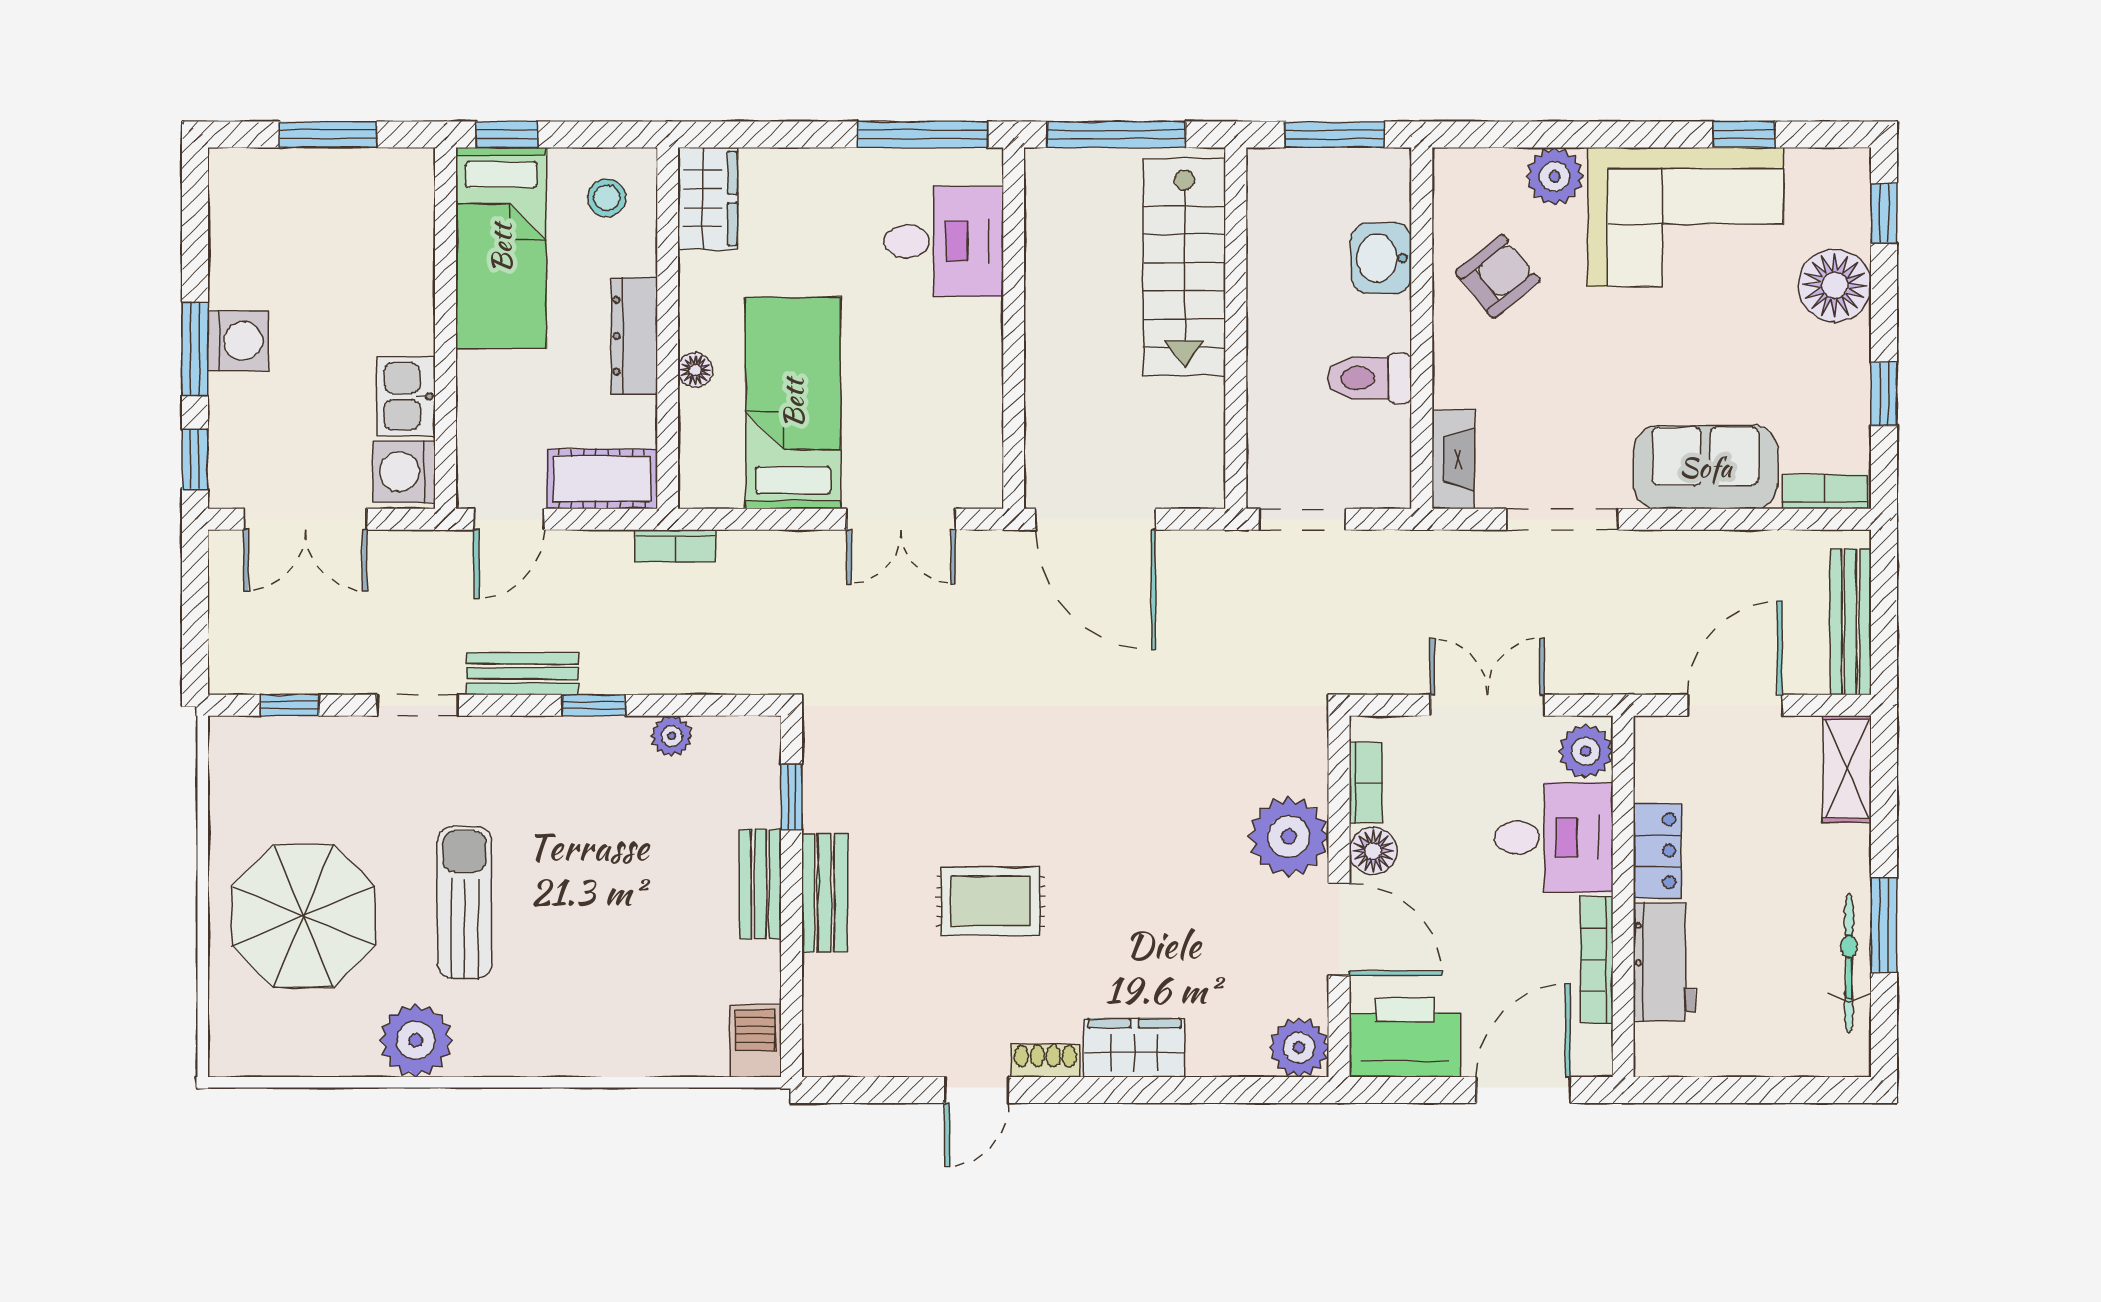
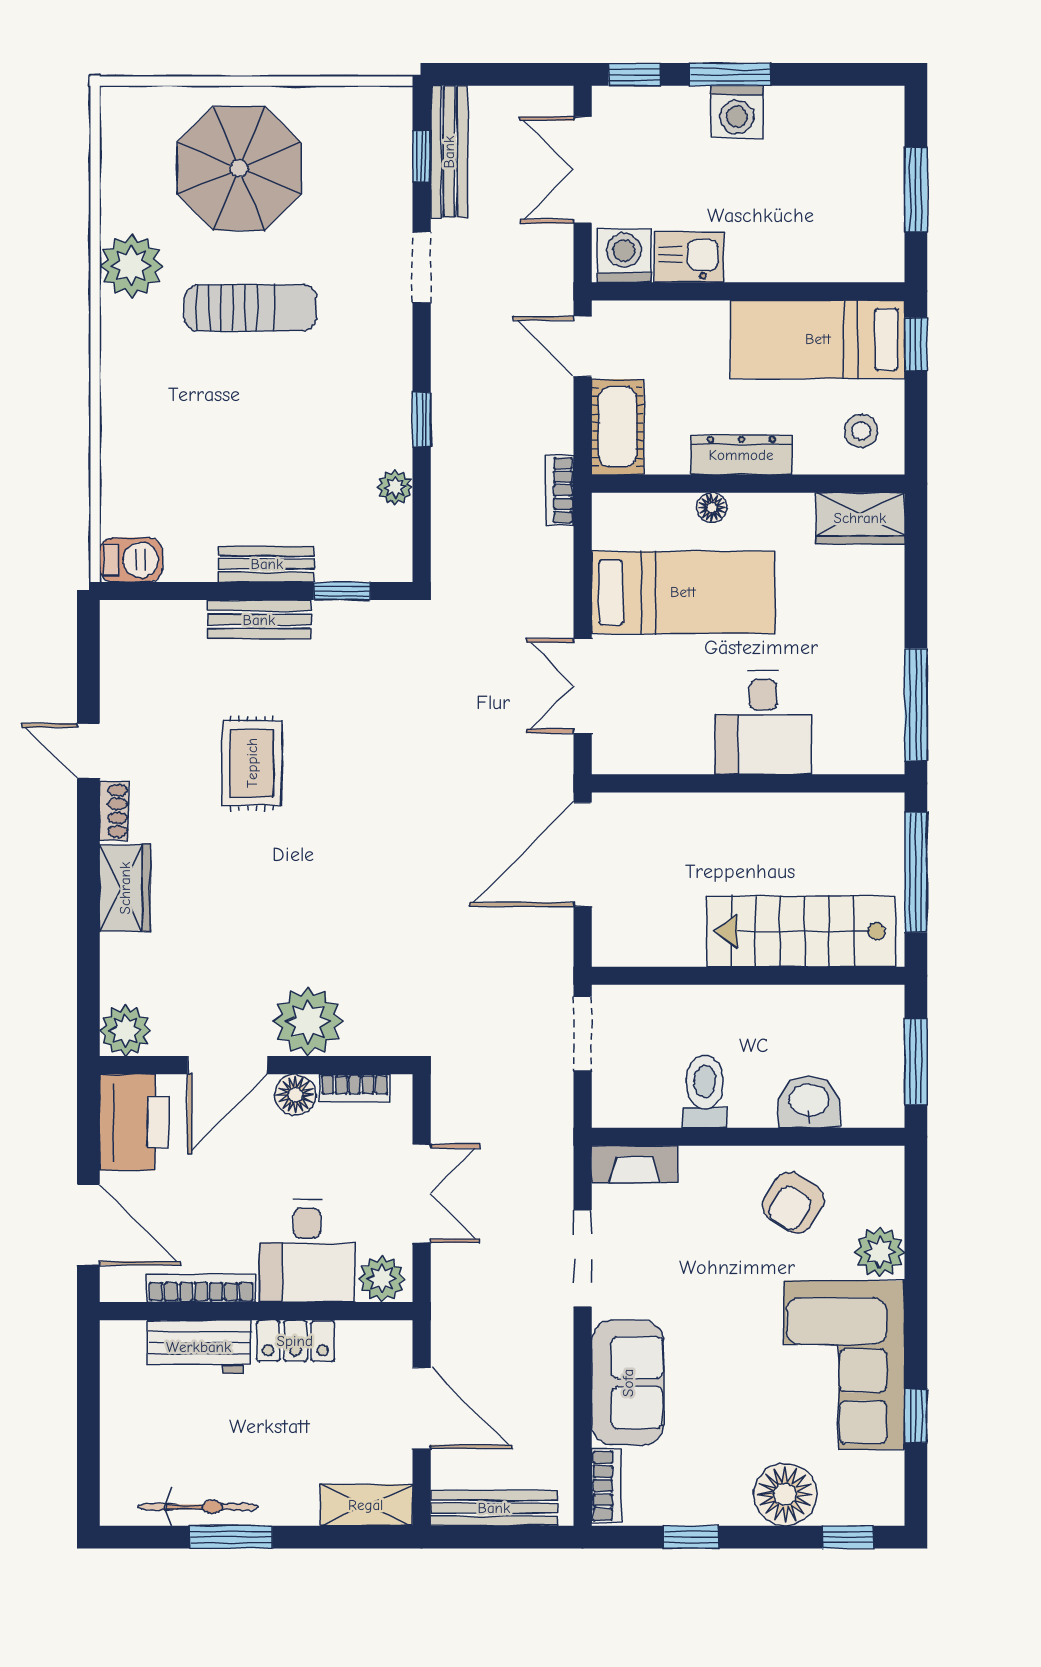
desk: (944, 241) -> (763, 723), moved
armchair: (1498, 276) -> (793, 1203), turned 71
bench: (522, 674) -> (449, 152), moved, width x1.36

